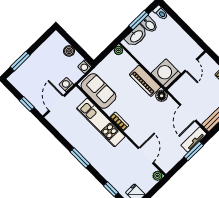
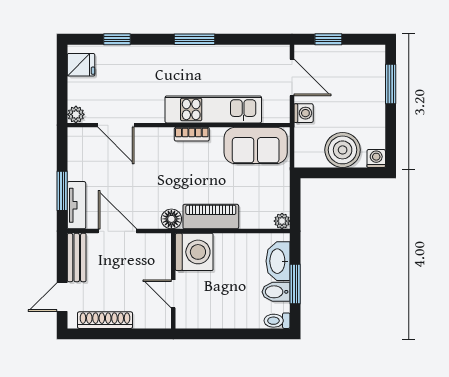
boiler: (69, 51) -> (343, 150), width x1.86, depth x1.86
washing machine: (85, 67) -> (376, 158), moved

